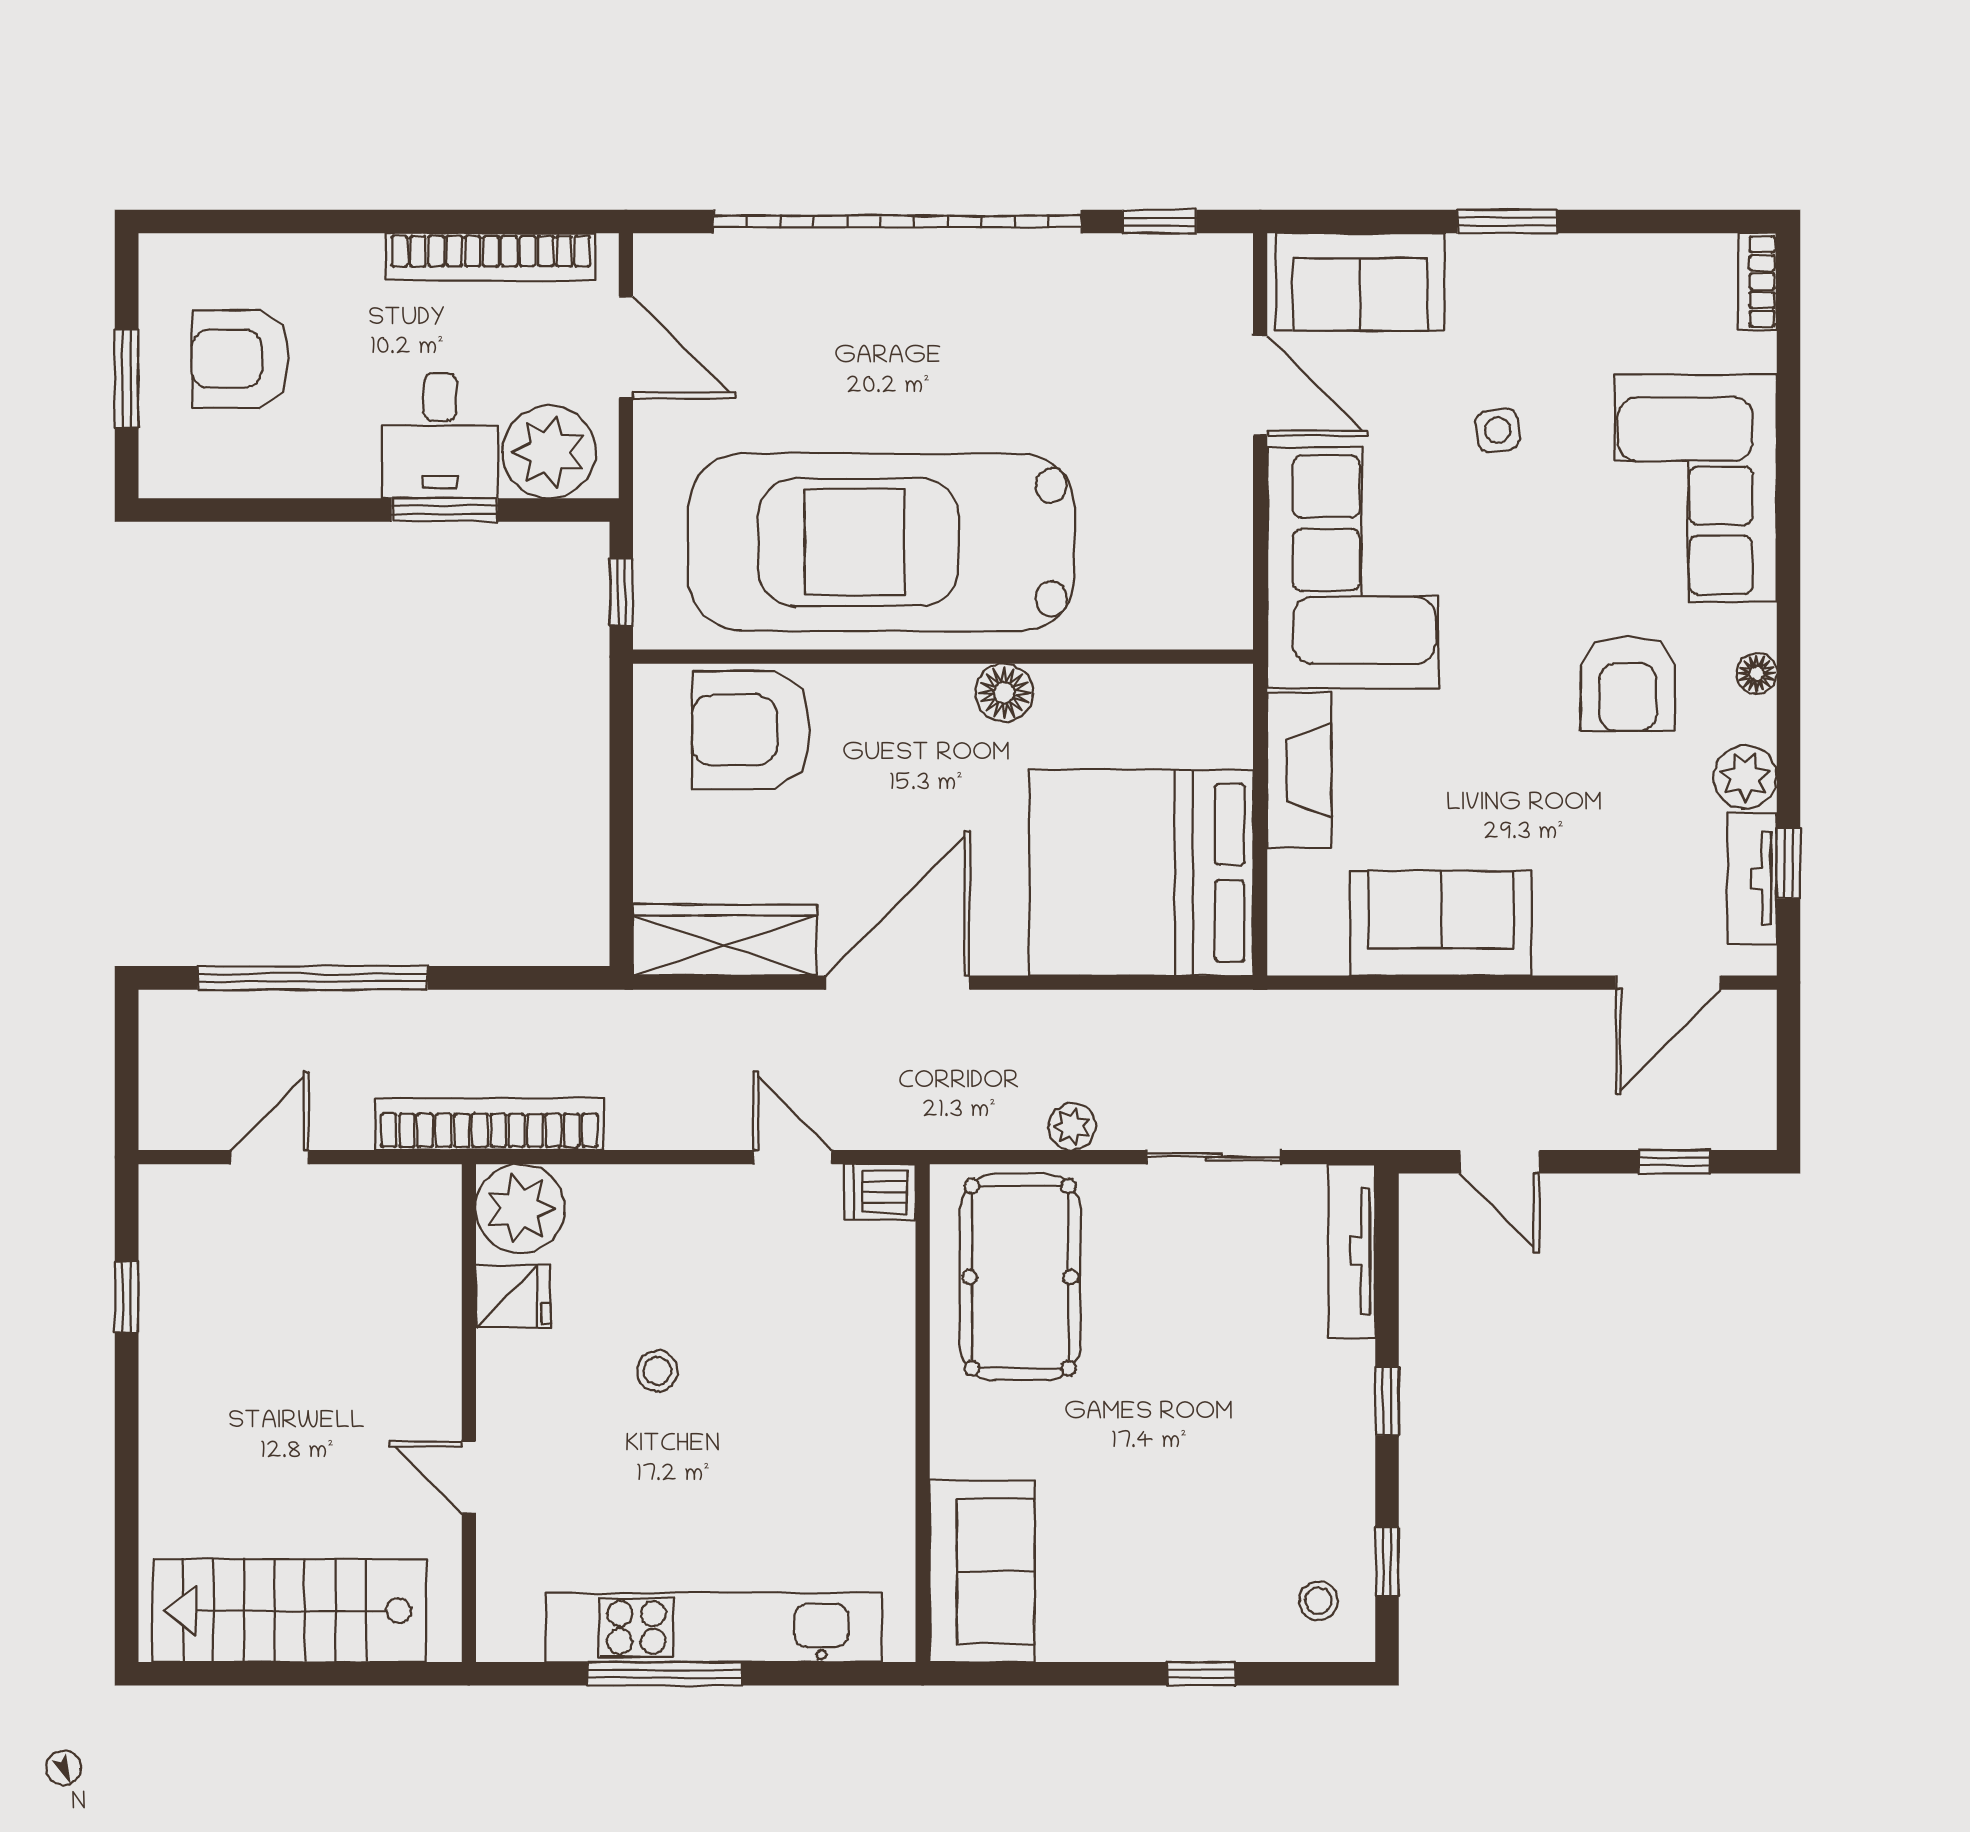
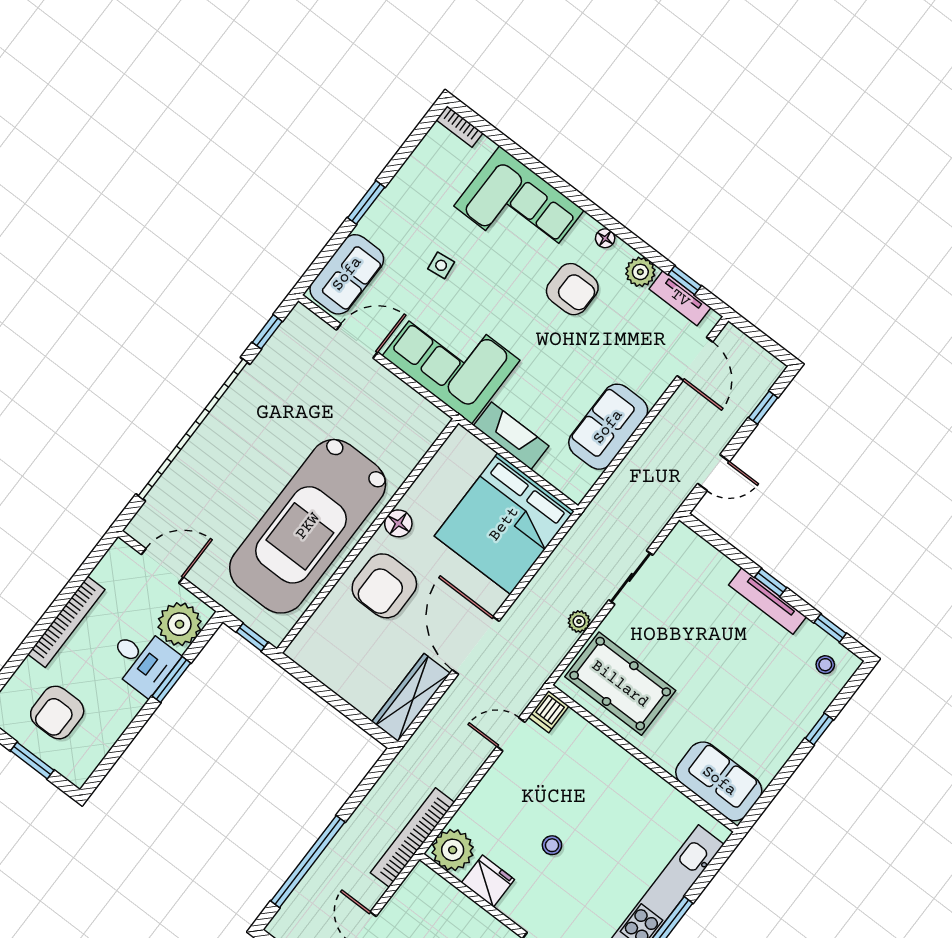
bookcase: (491, 257) -> (66, 622), moved
armchair: (751, 730) -> (384, 586), moved
tv unit: (1352, 1251) -> (767, 601), moved
fridge: (513, 1297) -> (488, 881), width x1.38

